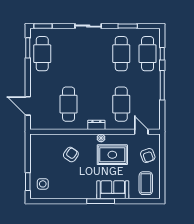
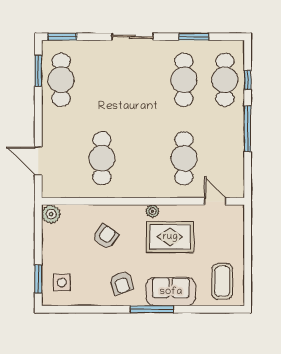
dresser: (96, 125) -> (145, 191), removed
plant: (36, 140) -> (51, 214), added
armchair: (148, 155) -> (121, 283), moved

